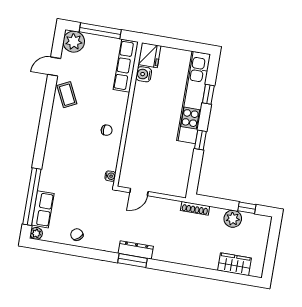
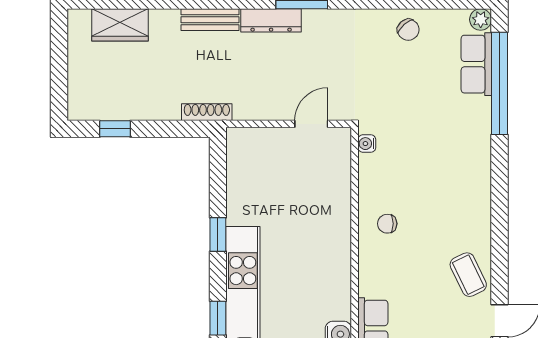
plant: (233, 219) -> (137, 105), removed
dresser: (136, 250) -> (271, 20), moved
bench: (185, 259) -> (210, 20), added

